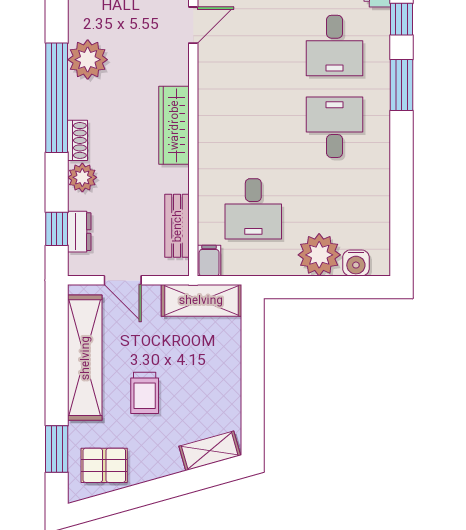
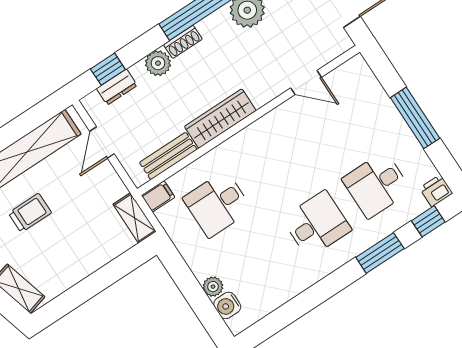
door: (193, 25) -> (306, 83), moved
wardrobe: (174, 125) -> (220, 119), moved
plant: (319, 255) -> (213, 287), width x0.53, depth x0.53
shelving: (201, 300) -> (135, 218), width x0.67, depth x0.75
trolley: (145, 393) -> (30, 213), turned 180

